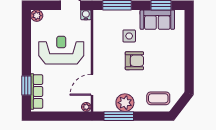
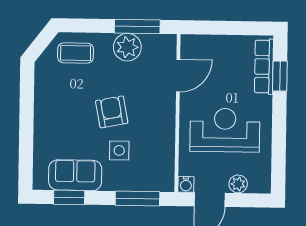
plant: (37, 16) -> (238, 184), moved
reception desk: (61, 50) -> (225, 130), turned 180
armchair: (134, 61) -> (112, 112), turned 79
plant: (86, 107) -> (187, 41), removed

